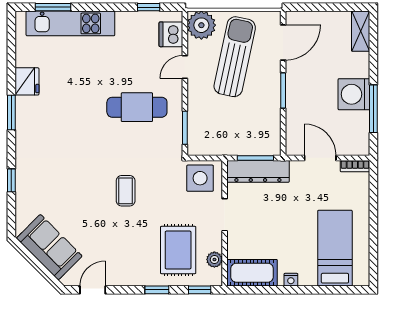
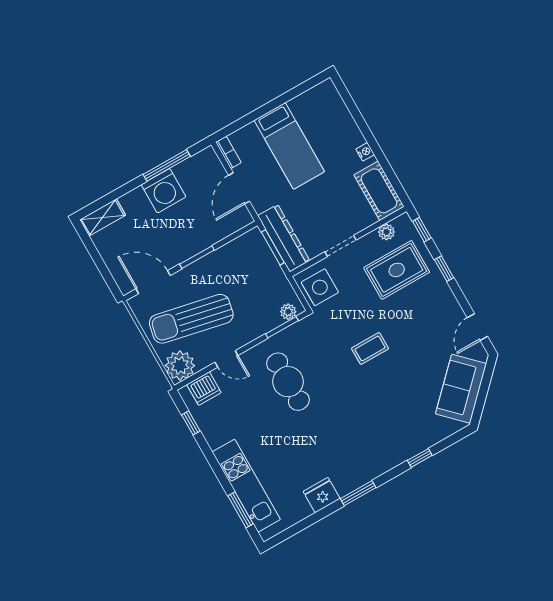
plant: (195, 140) -> (288, 312), added
bed: (335, 248) -> (289, 146), moved, turned -90
door: (93, 290) -> (477, 327), hinge flipped

